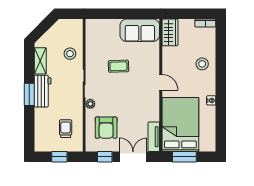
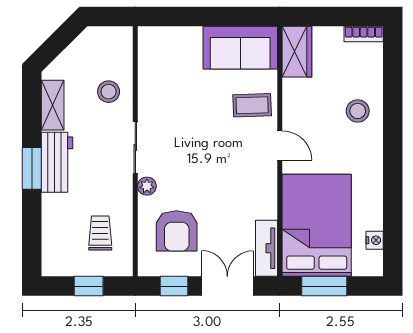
coffee table: (119, 66) -> (252, 105), moved
nightstand: (211, 100) -> (375, 240), moved

